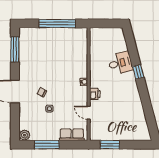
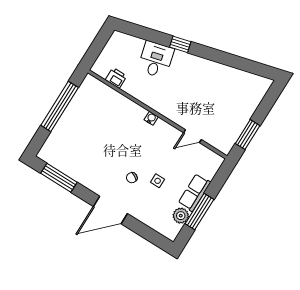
printer: (95, 94) -> (116, 78), moved
plant: (24, 135) -> (181, 216), moved
row of seats: (72, 135) -> (194, 193), moved

